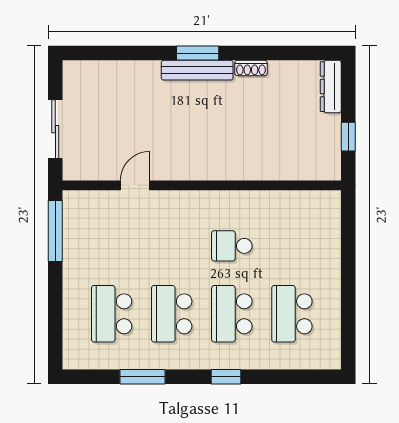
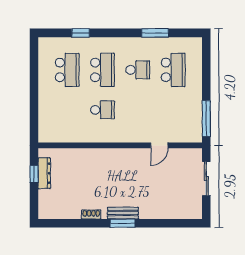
bench: (197, 70) -> (123, 213), width x0.73
dresser: (331, 87) -> (44, 173), moved
school desk: (172, 314) -> (138, 70), width x0.54
window: (226, 377) -> (81, 33), moved

